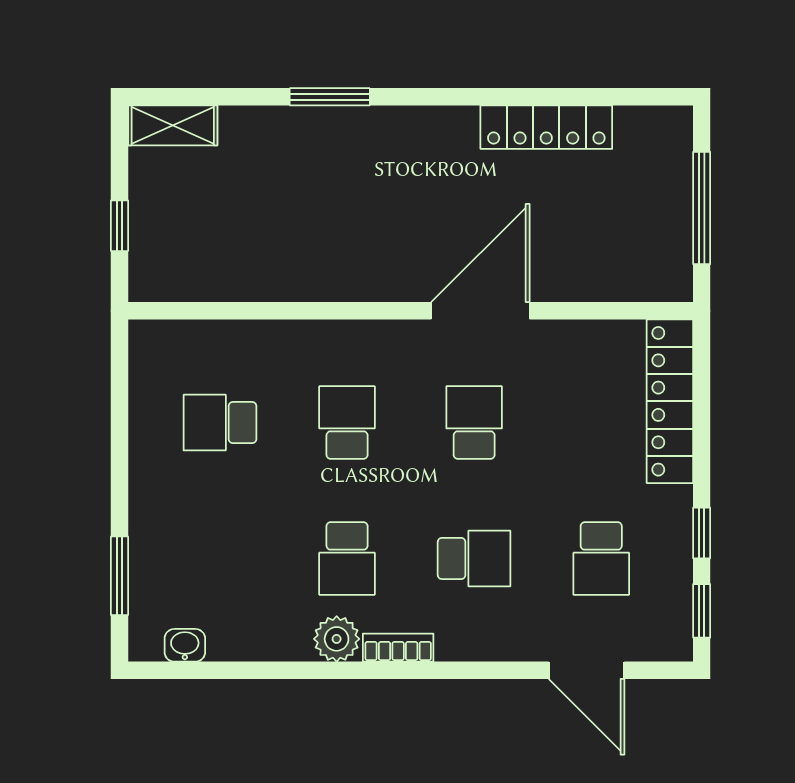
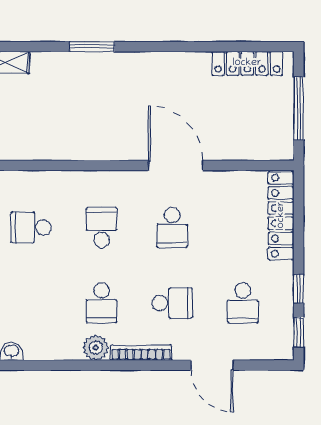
locker: (546, 127) -> (247, 63), moved
door: (480, 311) -> (176, 165), hinge flipped
school desk: (474, 423) -> (172, 228), turned 180
bookcase: (398, 648) -> (141, 353), width x1.56
door: (587, 670) -> (212, 365), moved

